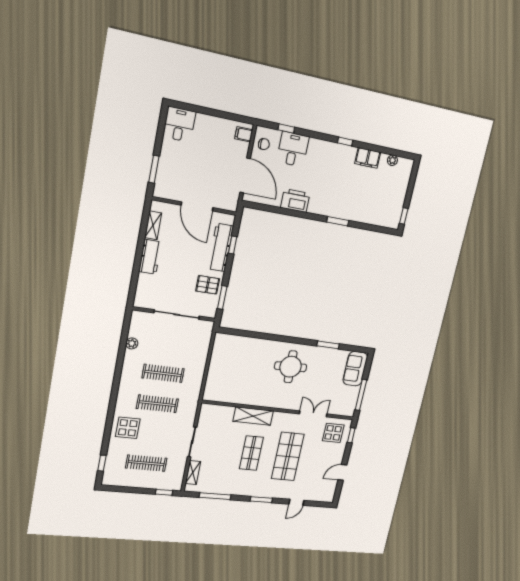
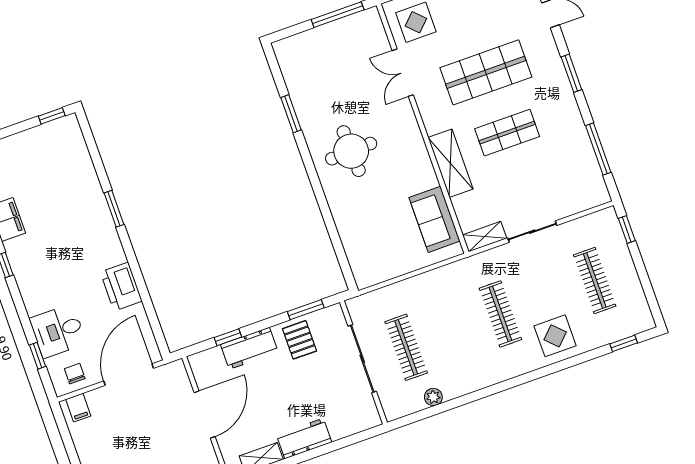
workbench: (221, 247) -> (249, 348), width x0.73
sofa: (355, 369) -> (435, 219), moved, turned 90
clothes rail: (163, 373) -> (406, 347), moved
shelving: (193, 473) -> (485, 237), moved

